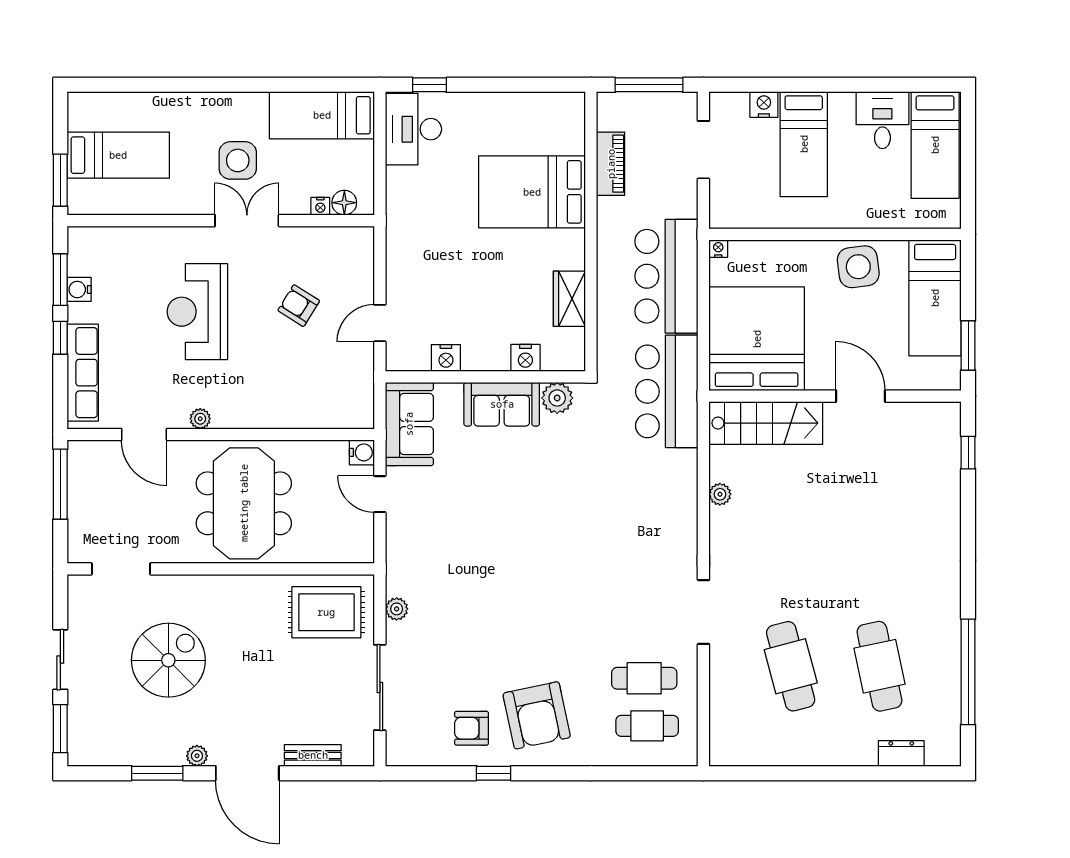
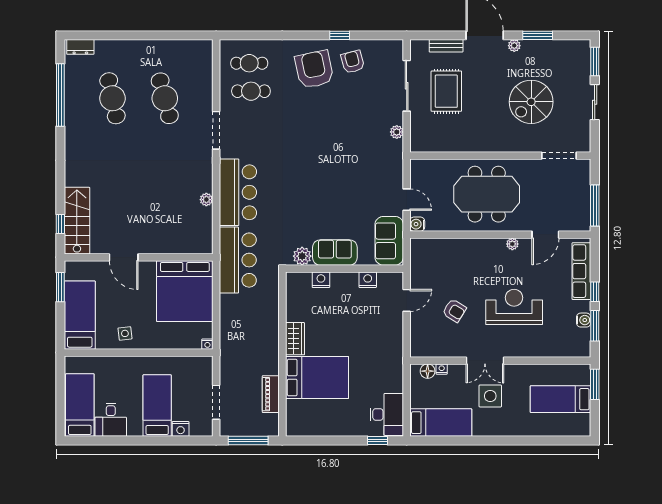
side table: (858, 267) -> (125, 333), width x0.54, depth x0.54
bar counter: (666, 276) -> (238, 192), moved
wardrobe: (569, 299) -> (295, 339), moved
reception desk: (197, 312) -> (514, 307), turned -90
stairs: (766, 423) -> (77, 221), moved, turned 90
door: (144, 434) -> (545, 235), swing flipped
meeting table: (244, 503) -> (487, 194), turned 90
rug: (326, 612) -> (446, 91), moved, turned 90
armchair: (471, 728) -> (353, 62), turned -105
dresser: (901, 753) -> (80, 47), moved

